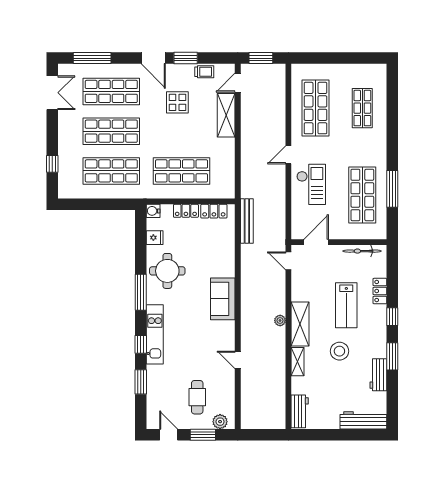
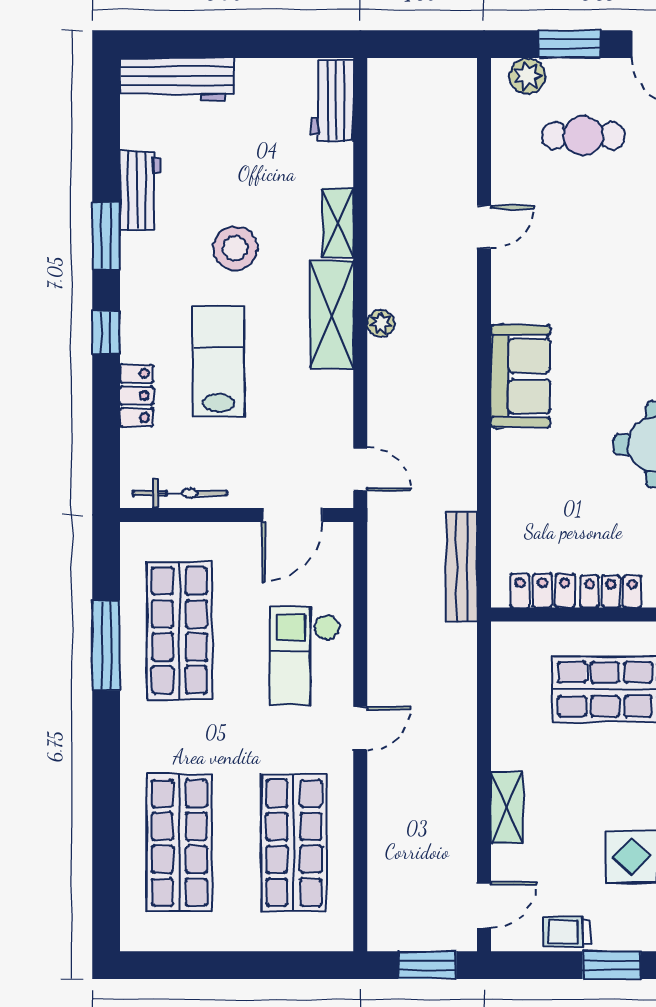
shop shelf: (362, 108) -> (179, 843), width x1.43, depth x1.36
shelving: (226, 115) -> (507, 808), width x0.67, depth x0.75
door: (238, 360) -> (484, 227), hinge flipped
cafe table: (197, 397) -> (583, 136), turned 90

